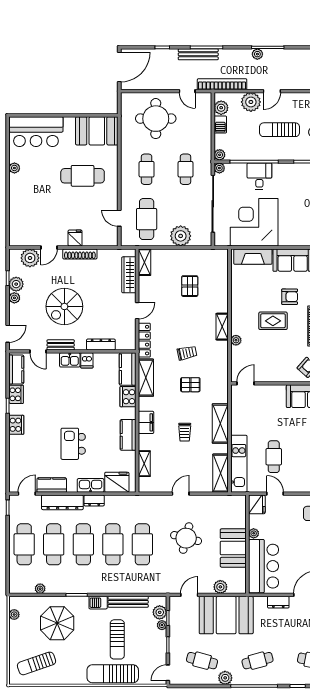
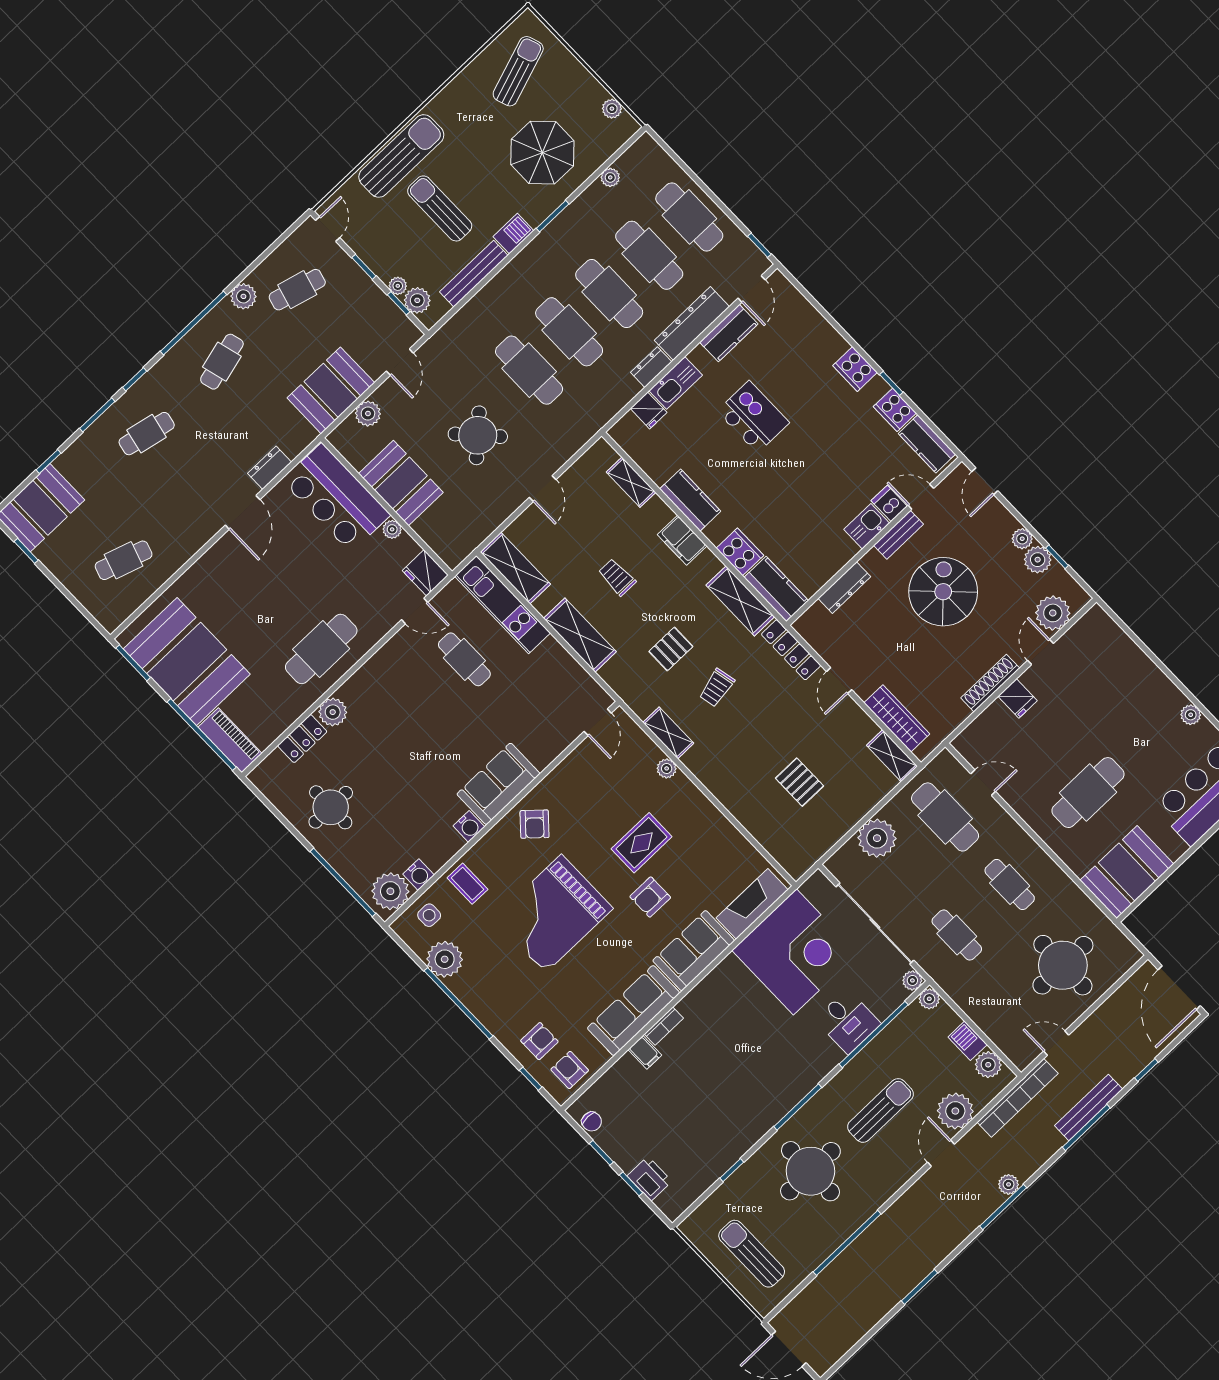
shelving: (222, 327) -> (668, 733), moved
dishwasher: (87, 360) -> (889, 503), moved
fridge: (117, 482) -> (649, 410), width x0.53, depth x0.75
round table: (186, 538) -> (478, 435), turned 33
booth: (226, 615) -> (331, 390), width x0.73, depth x0.70

